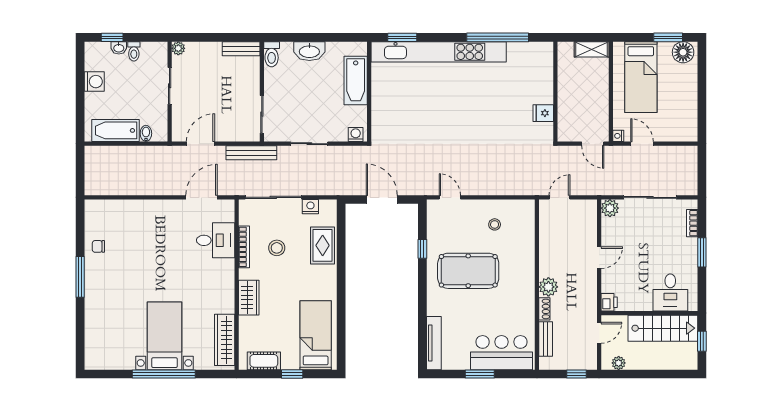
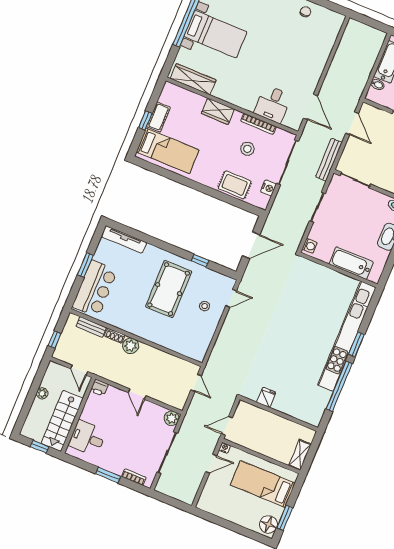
window: (402, 37) -> (356, 344), moved
stool: (495, 224) -> (205, 306), moved
cot: (264, 361) -> (159, 117), moved
plant: (619, 363) -> (42, 393), moved

